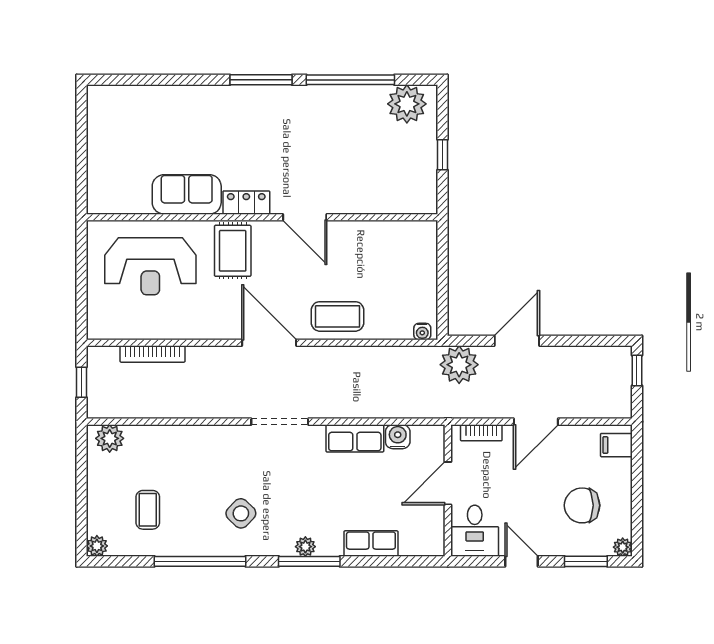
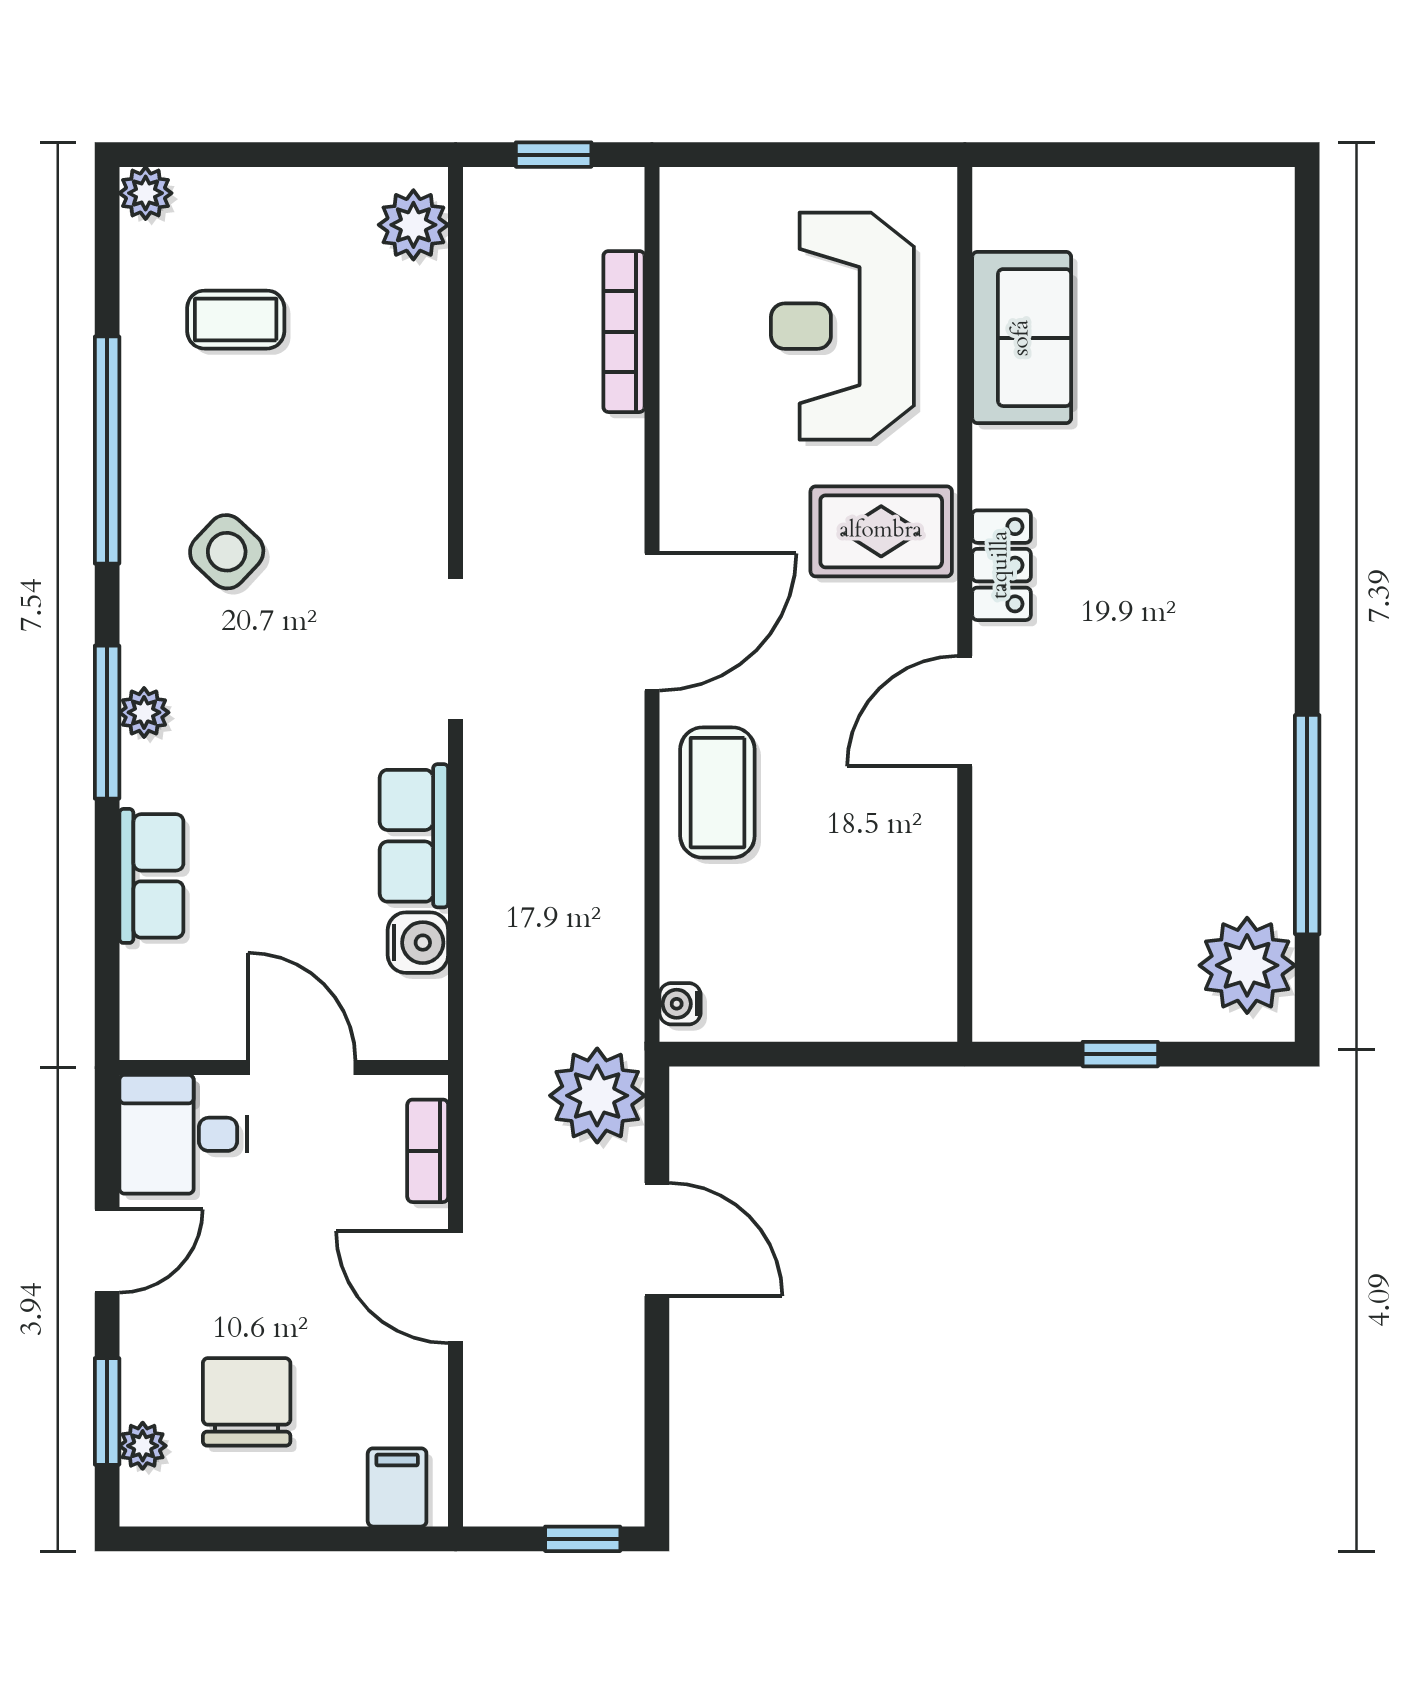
window: (261, 80) -> (1307, 602), removed
sofa: (187, 194) -> (1022, 338), moved
plant: (623, 547) -> (143, 1446), moved

